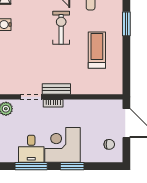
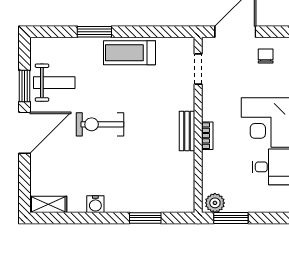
treadmill: (97, 50) -> (130, 53), moved
doorway: (31, 97) -> (198, 69), moved

